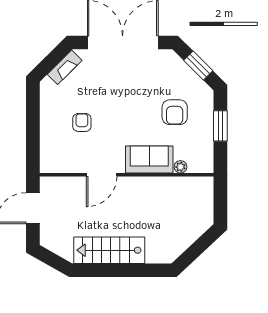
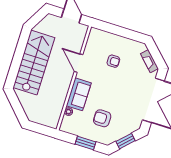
stairs: (109, 250) -> (34, 63), width x1.36, depth x1.51

